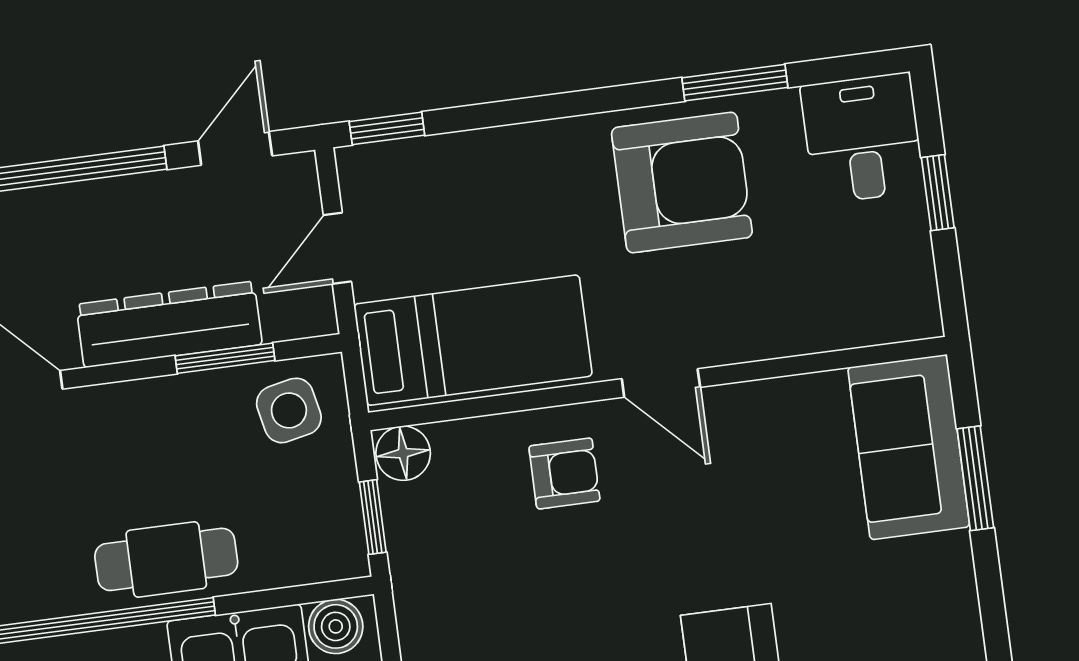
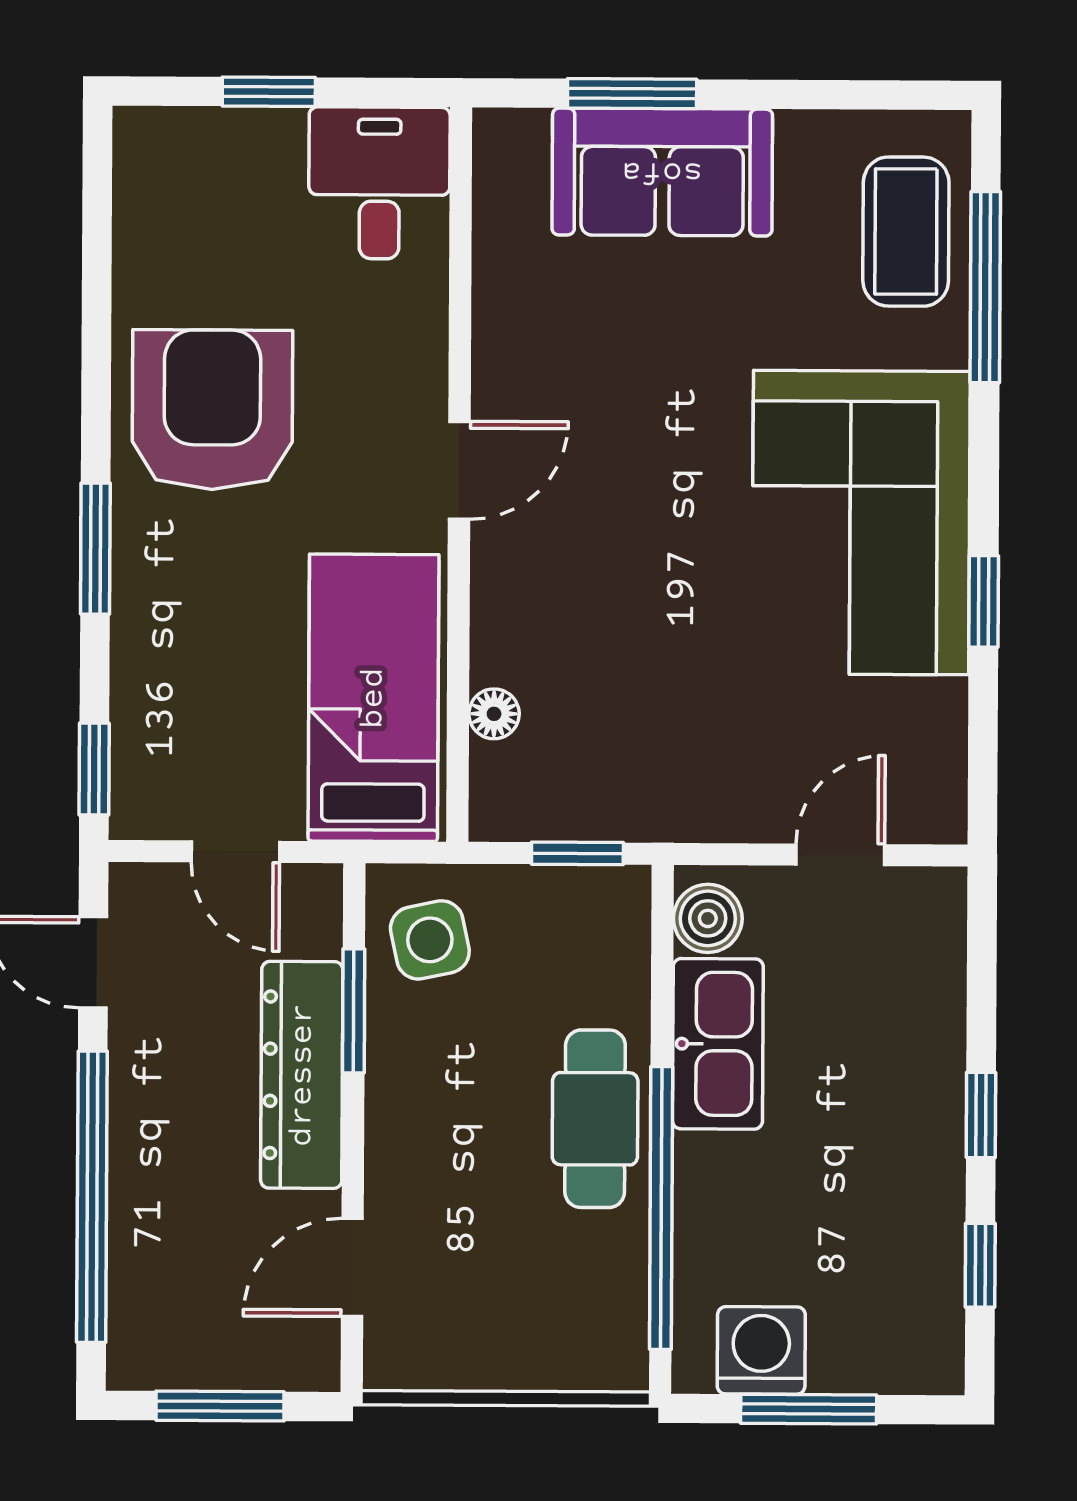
window: (735, 83) -> (95, 549), moved
desk: (863, 138) -> (379, 183), moved, turned 90
sofa: (909, 447) -> (662, 172), moved
floor lamp: (403, 453) -> (494, 714), moved, width x0.73, depth x0.73
armchair: (564, 474) -> (556, 606), removed

